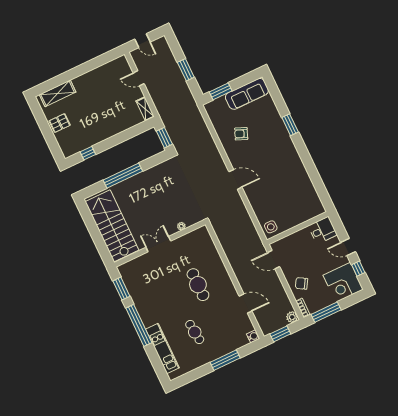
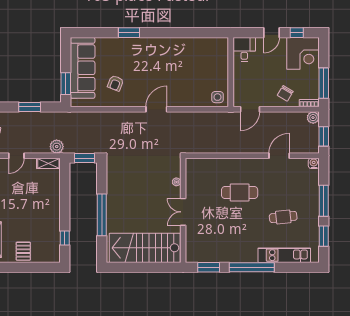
sofa: (247, 94) -> (83, 68), width x1.36, depth x1.27
plant: (163, 109) -> (57, 147), added
window: (195, 374) -> (324, 236), added

